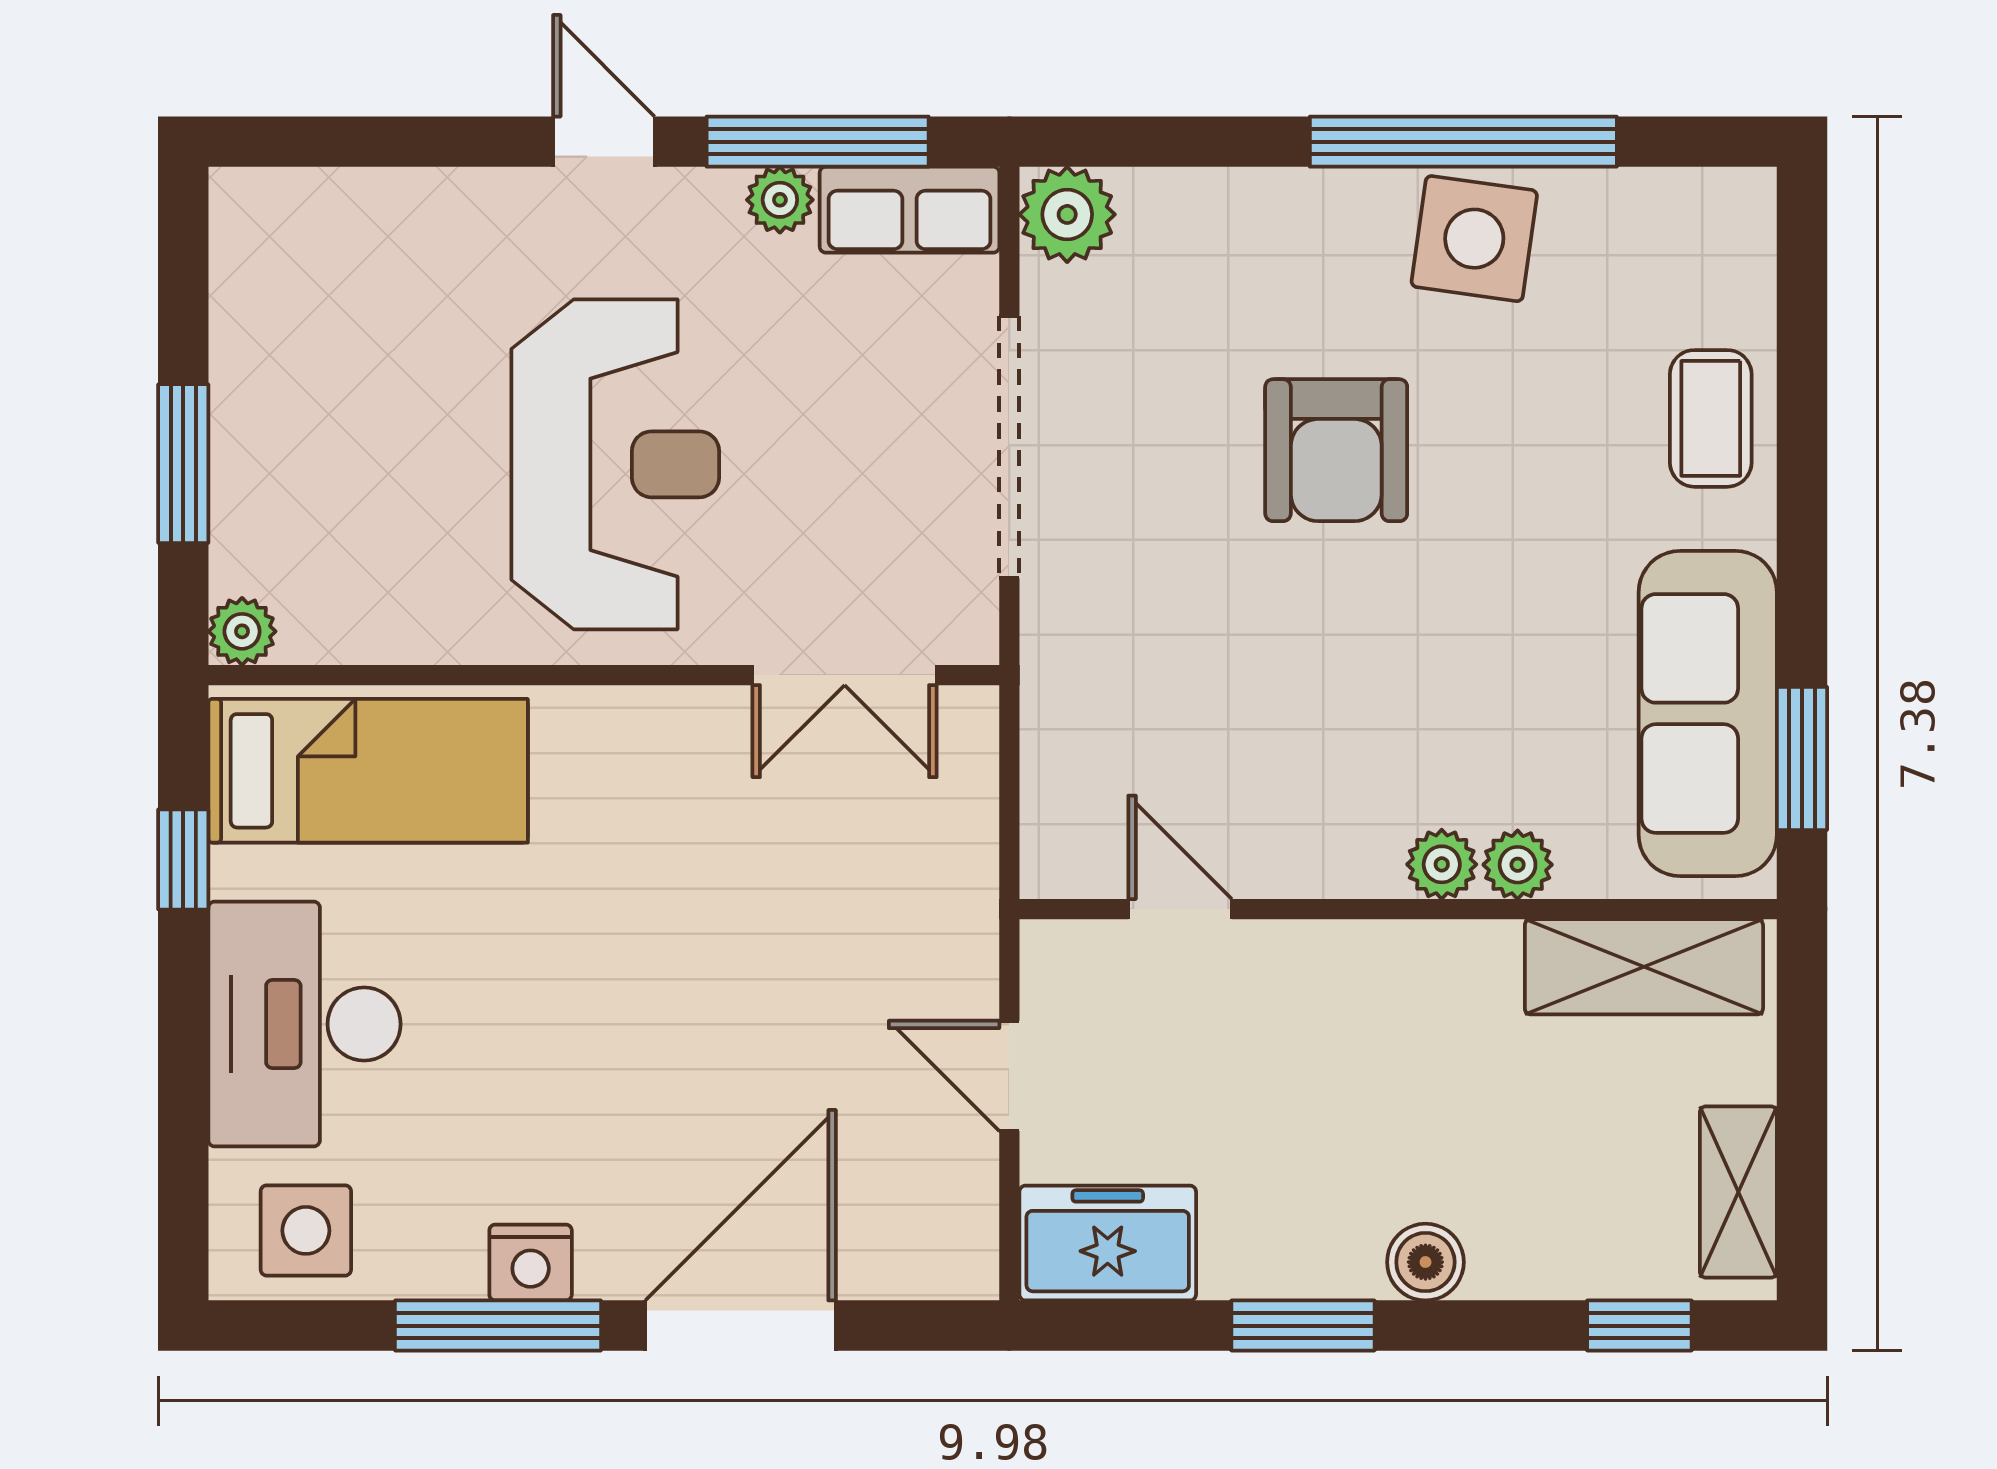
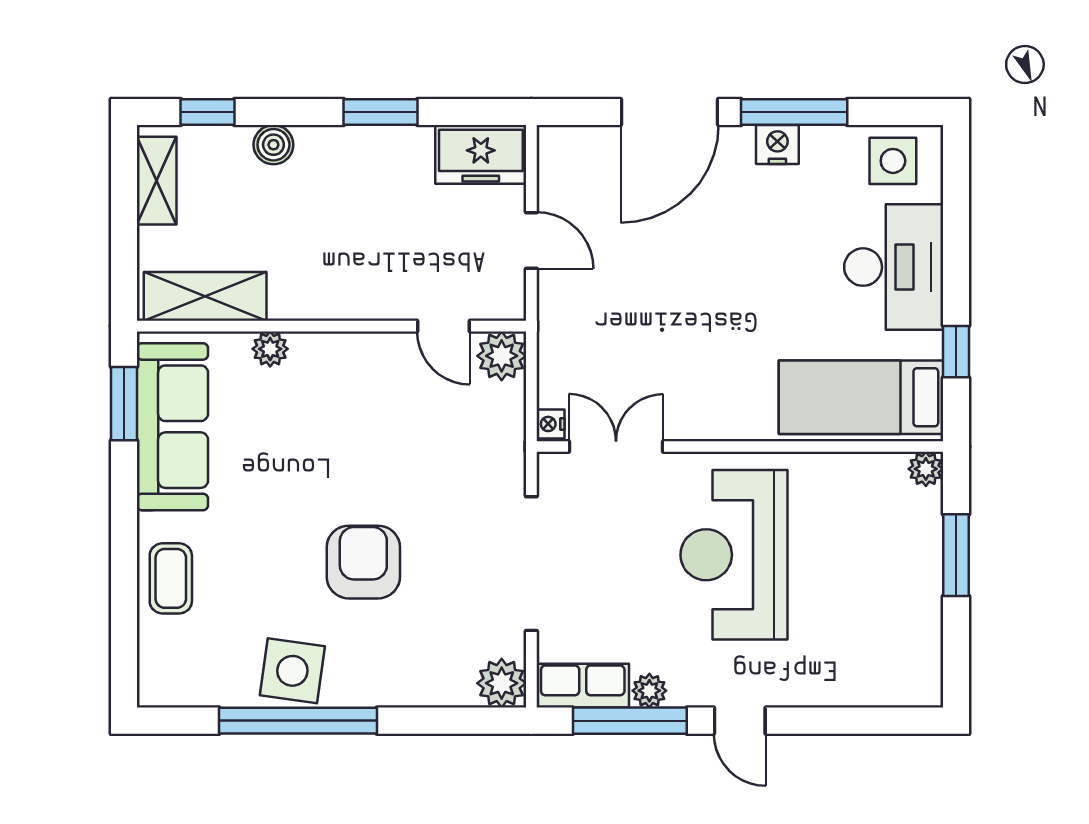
nightstand: (972, 719) -> (550, 424), added
plant: (1442, 864) -> (502, 356), moved, width x1.38, depth x1.38
boiler: (1425, 1262) -> (273, 145), moved

